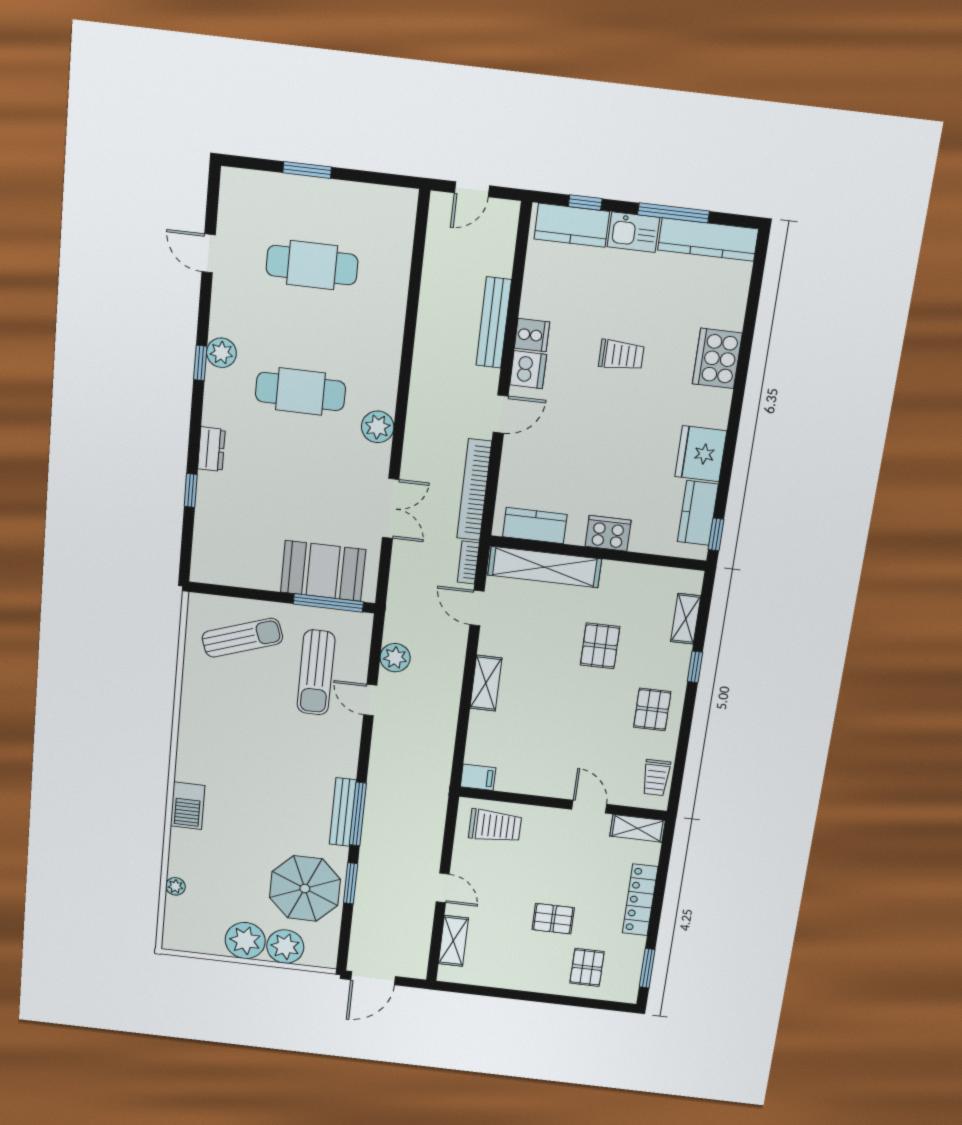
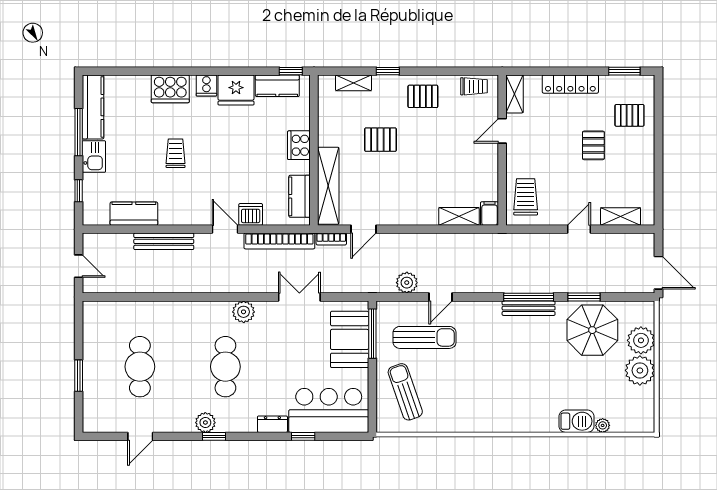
kitchen counter: (572, 225) -> (134, 214), moved, turned -90
cooker: (532, 335) -> (206, 86), moved, turned 180
dishwasher: (528, 370) -> (251, 214), moved
bar counter: (225, 530) -> (329, 410), added
shelving: (486, 683) -> (459, 216), moved
barbecue: (188, 806) -> (577, 421), moved

